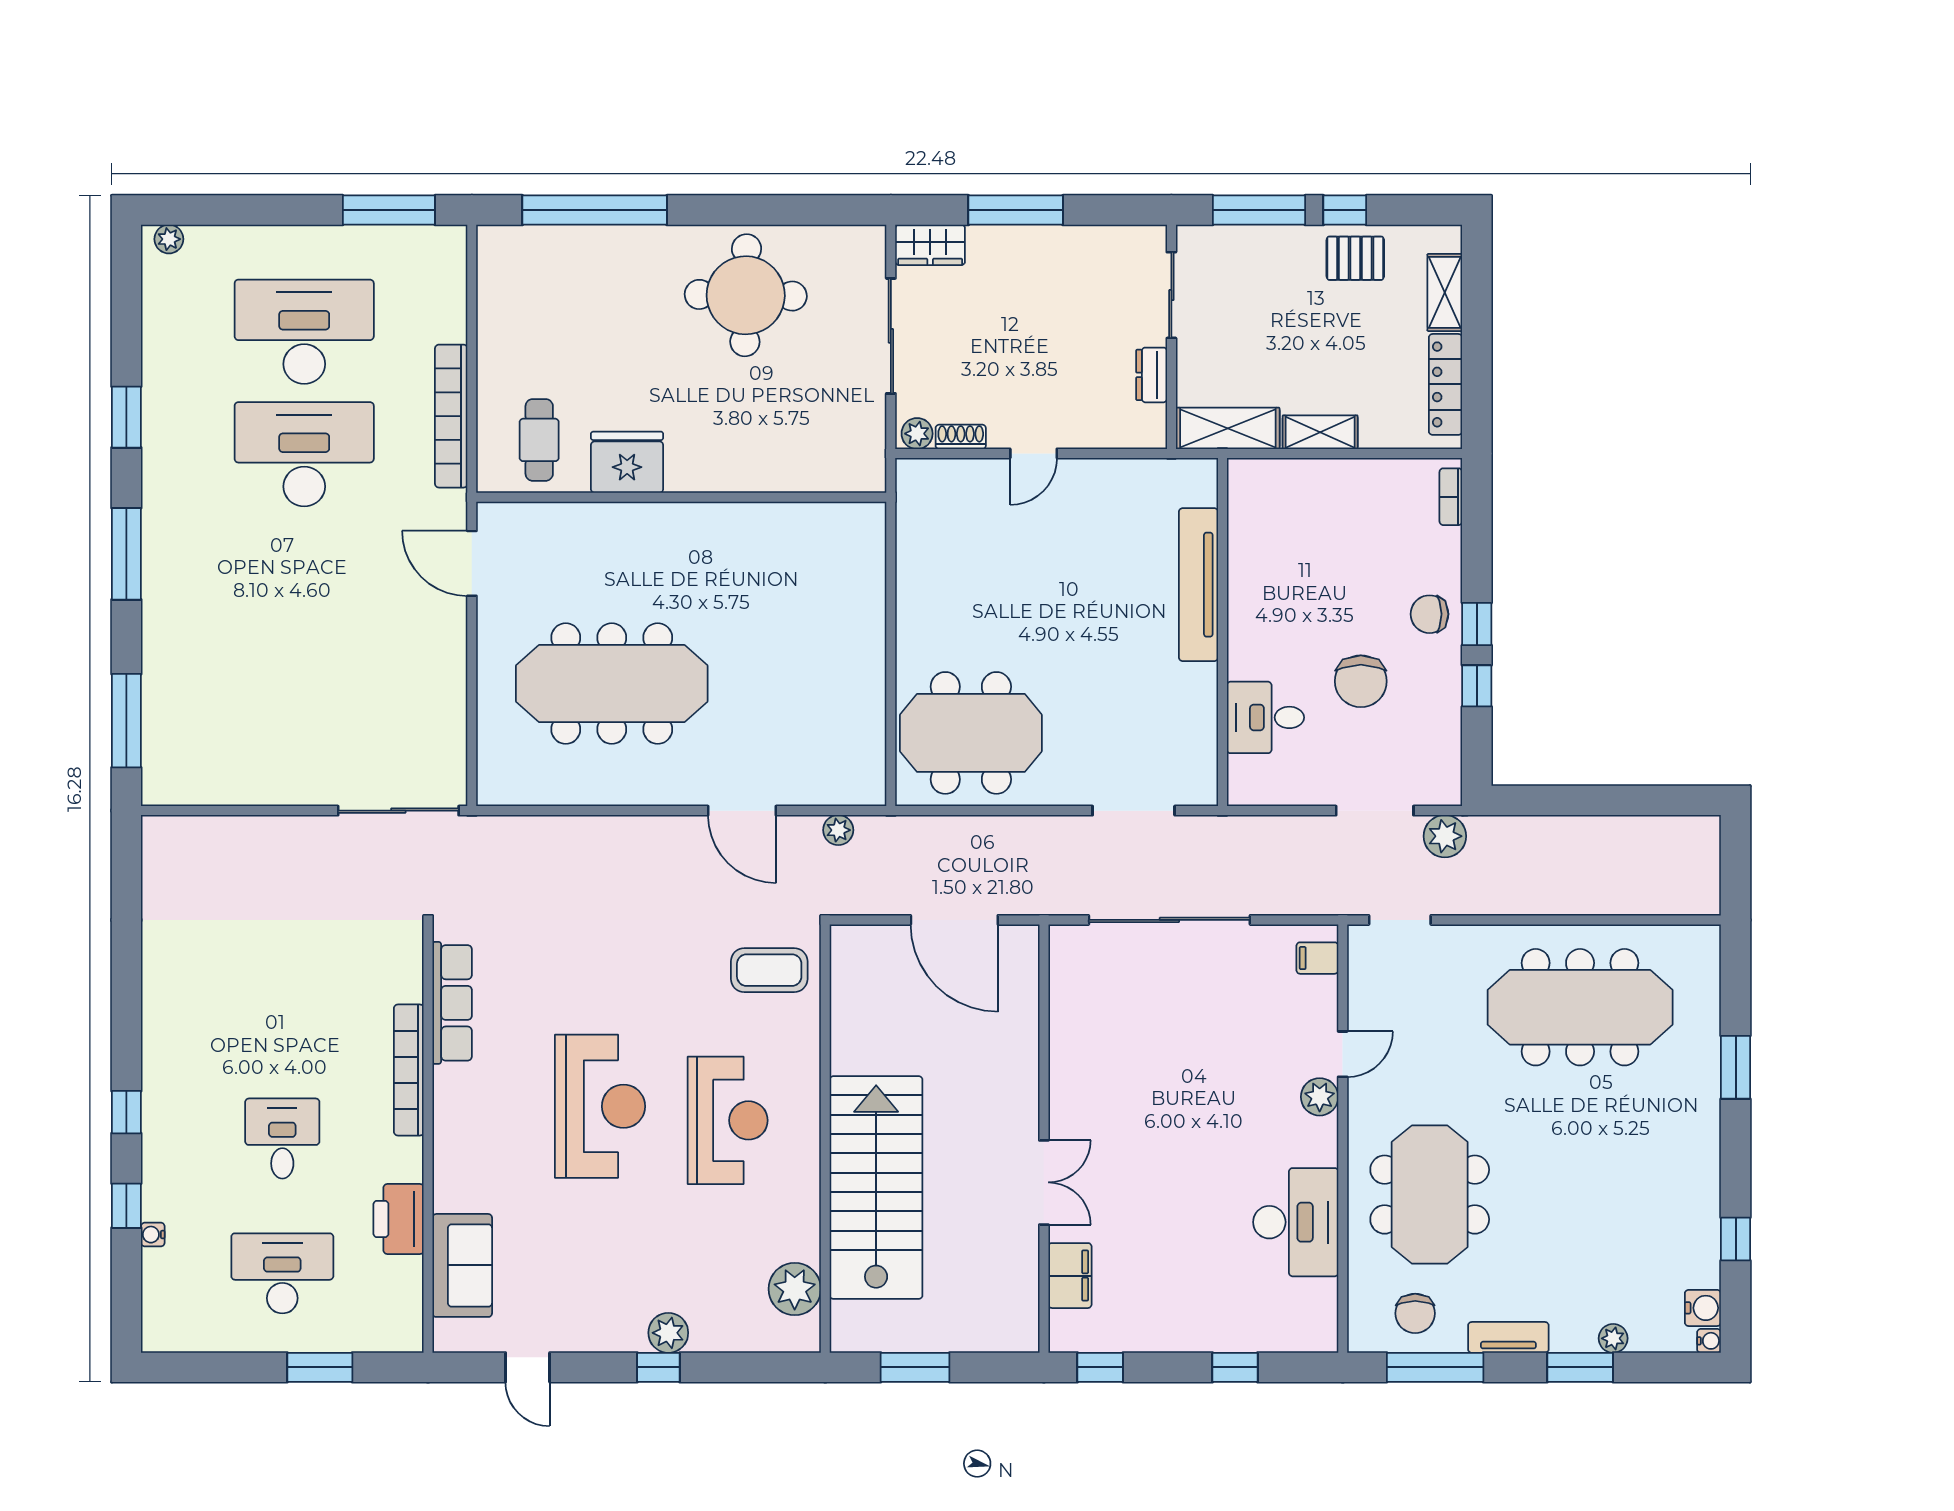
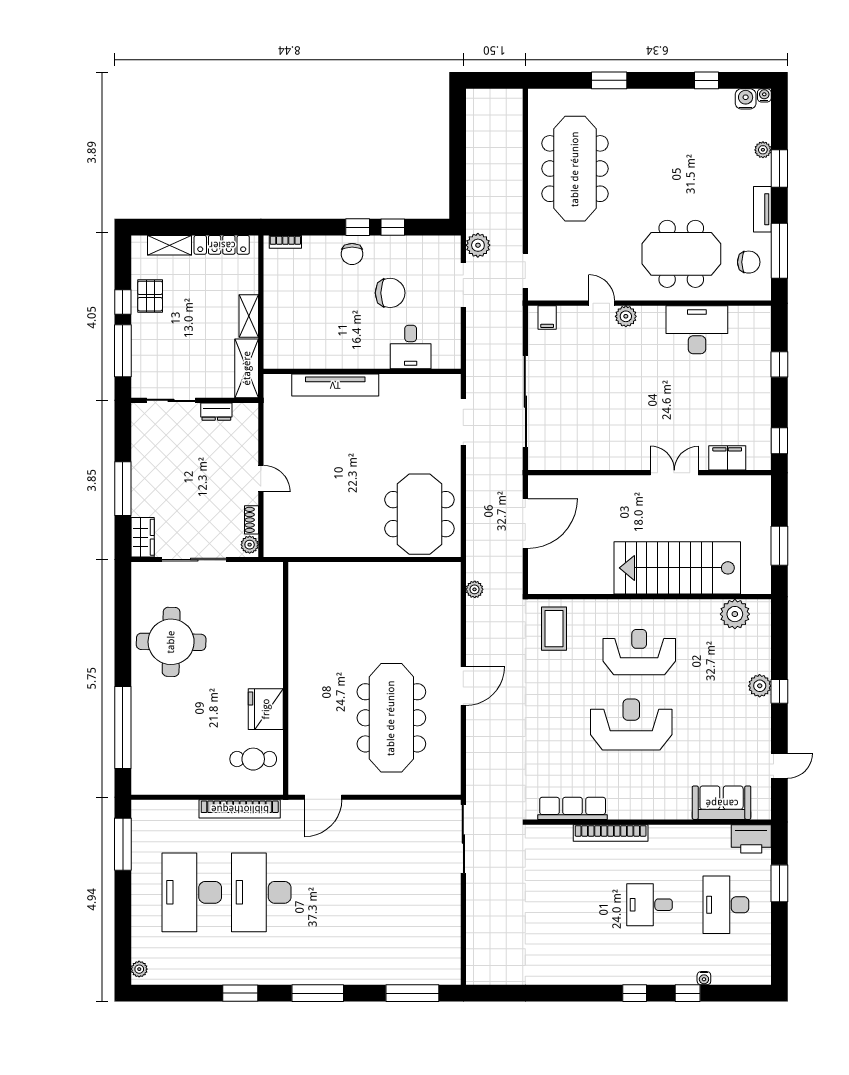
door: (742, 811) -> (463, 686), moved
printer: (399, 1219) -> (751, 839), moved

